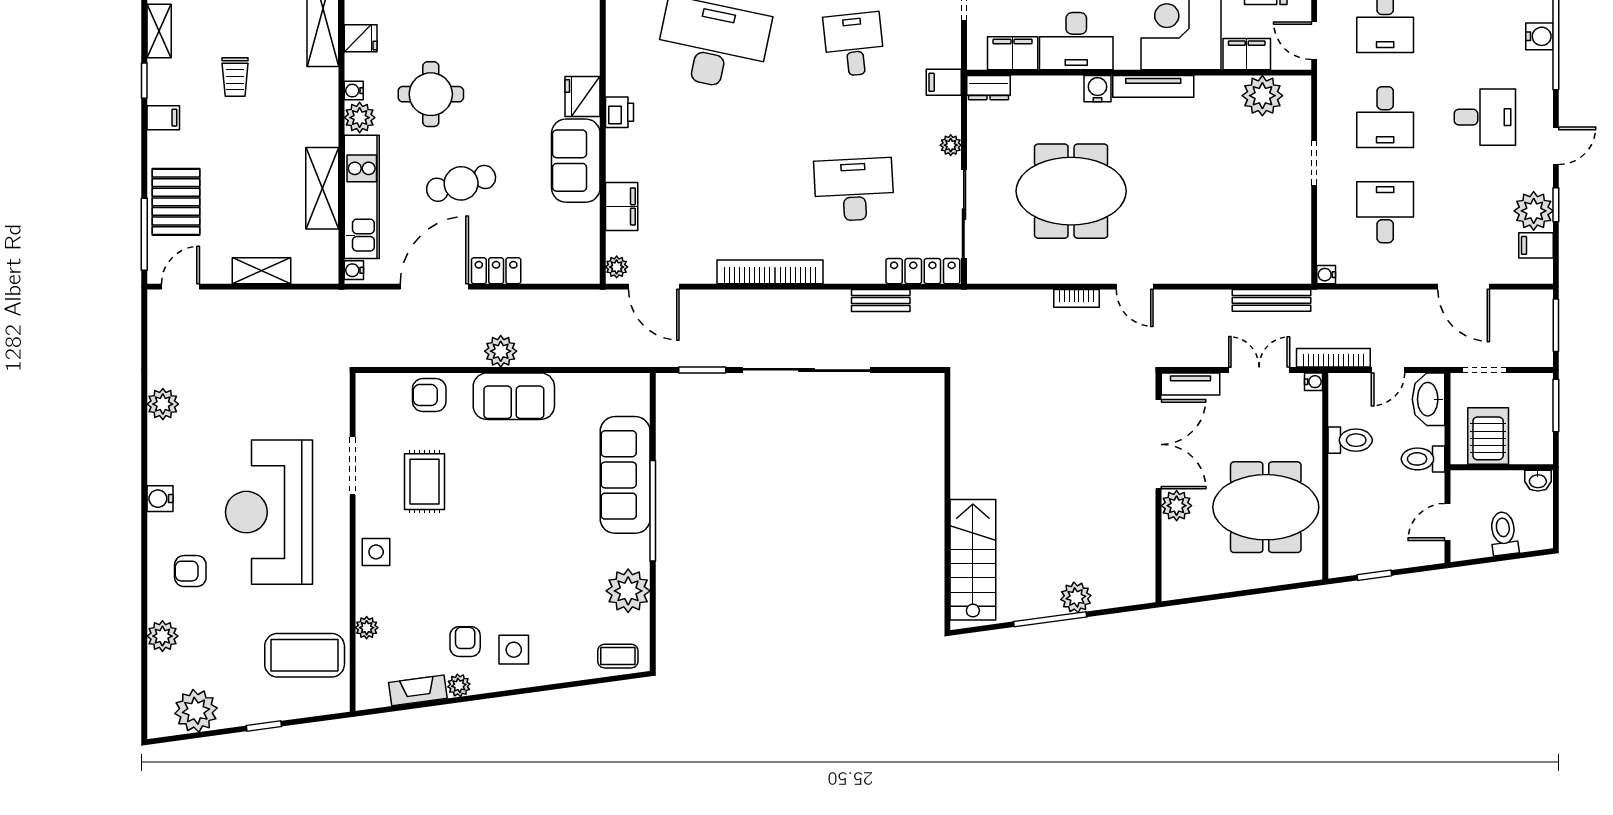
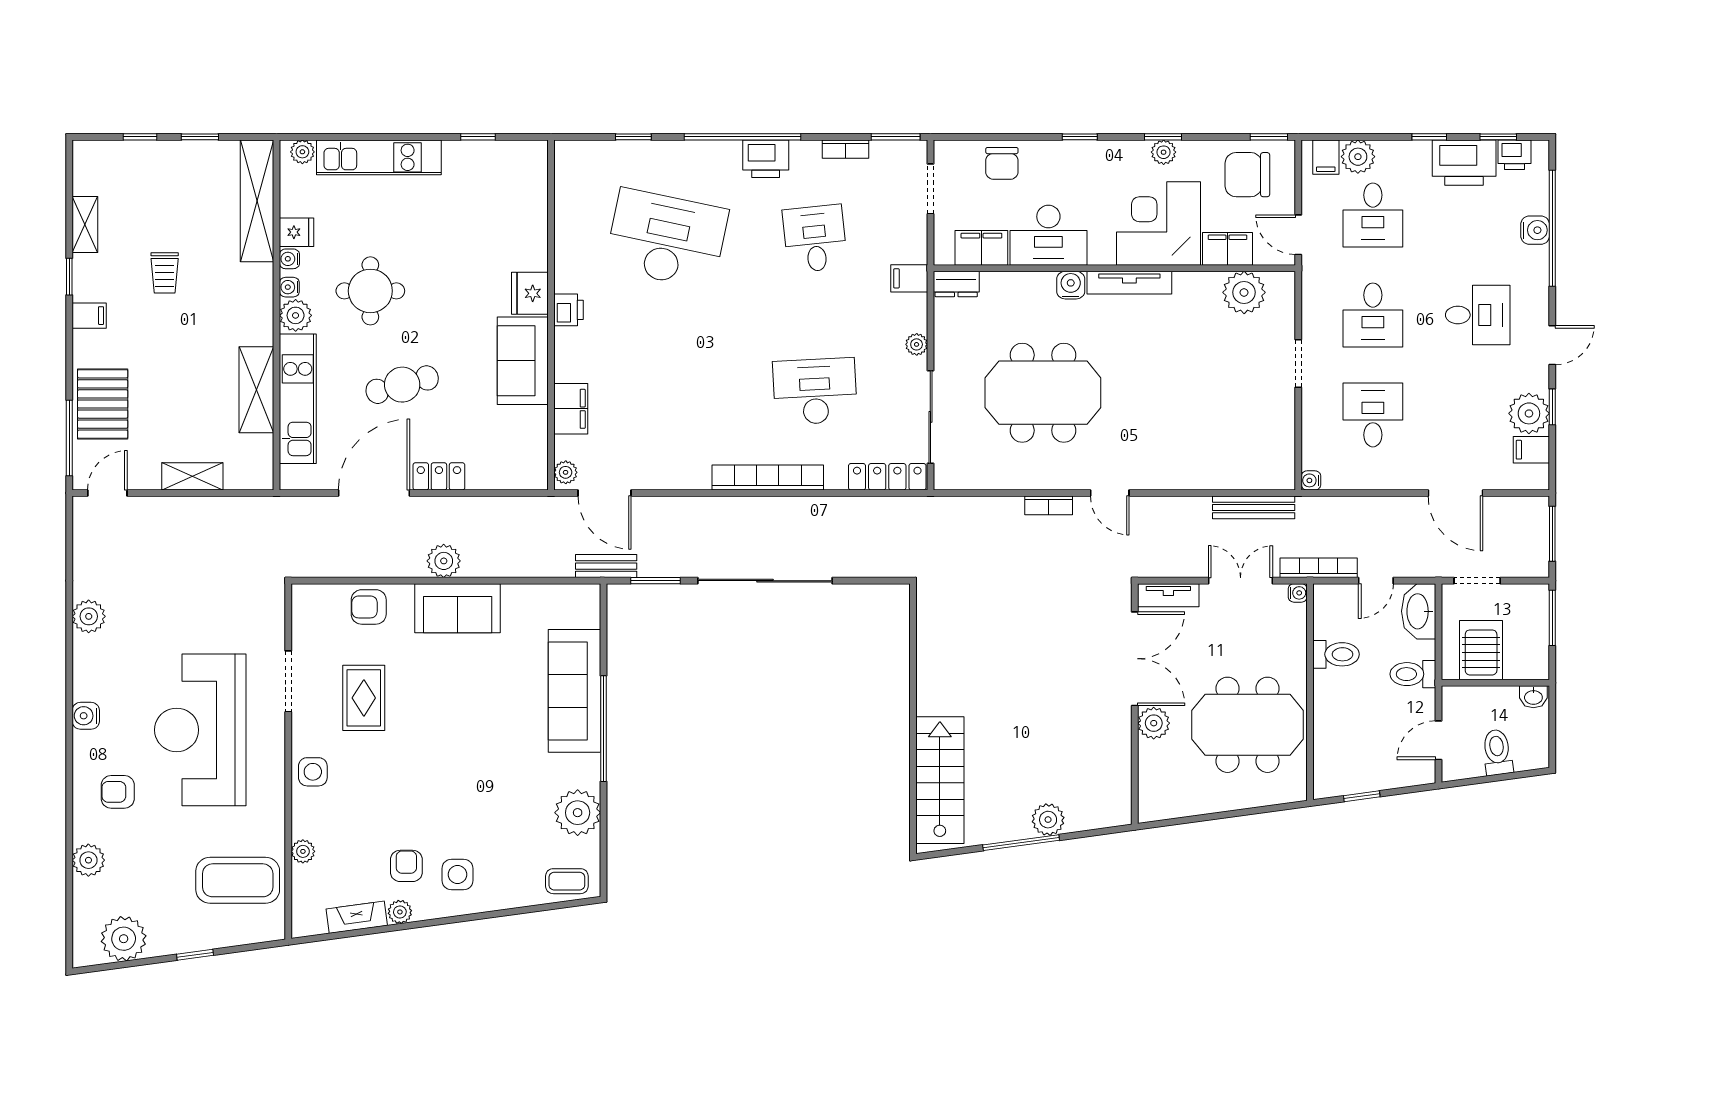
water cooler: (354, 270) -> (289, 259), moved
bookcase: (770, 272) -> (768, 478), moved
bench: (881, 301) -> (606, 566), moved

